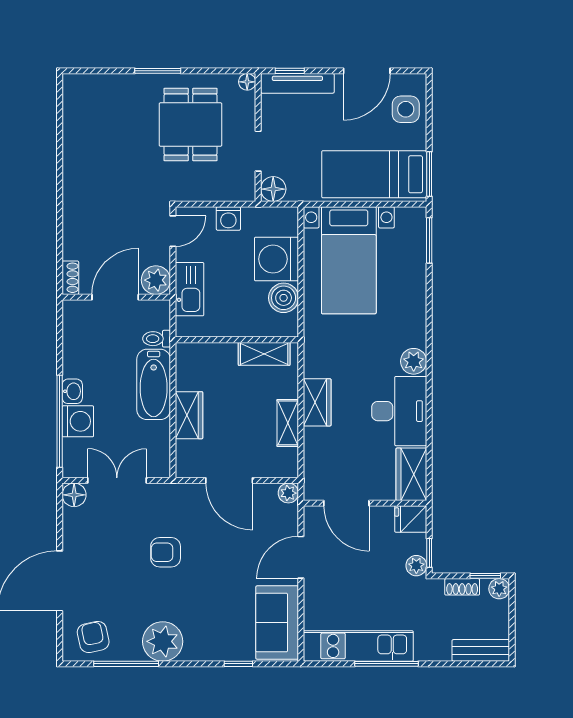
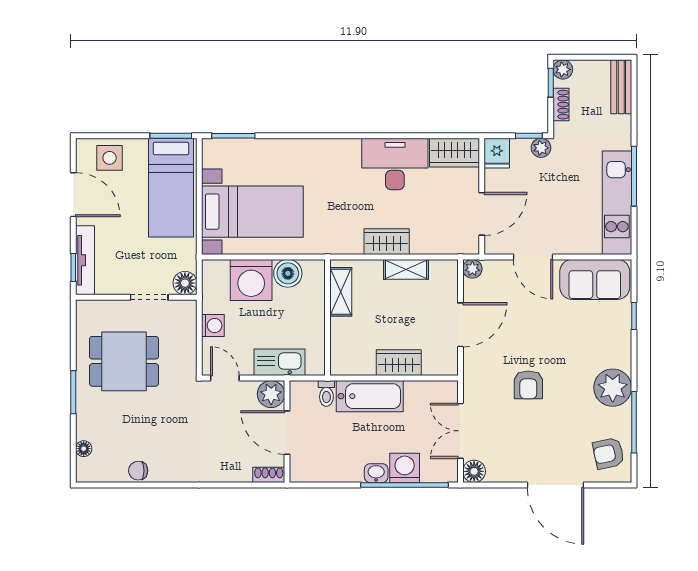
floor lamp: (247, 82) -> (84, 449), moved
chair: (75, 140) -> (138, 471), added
plant: (414, 361) -> (348, 150), removed

